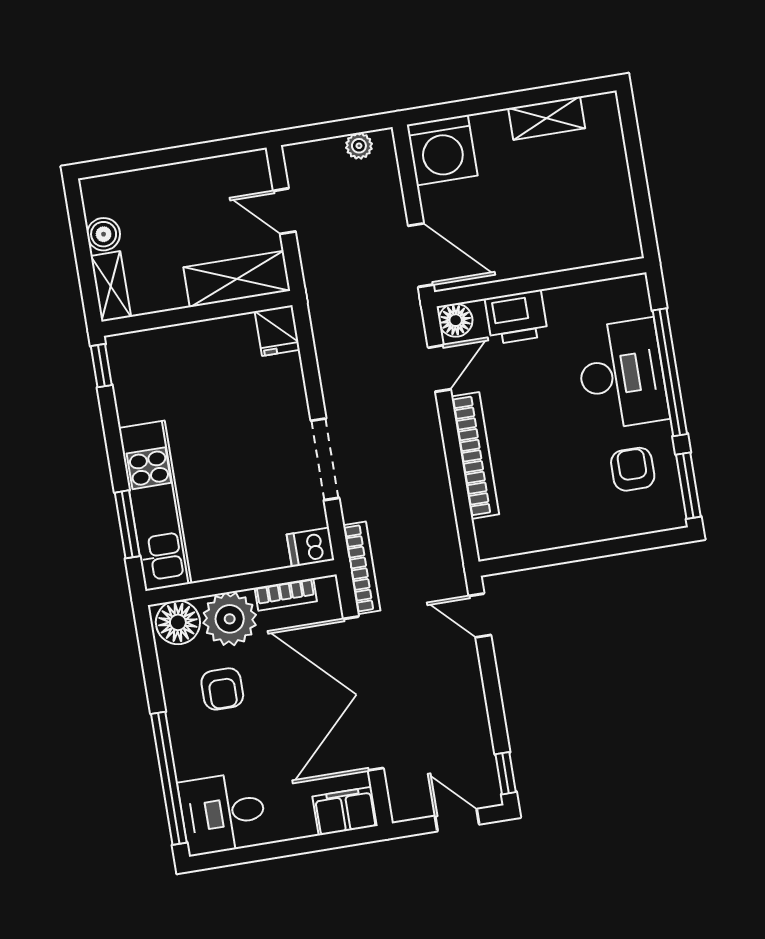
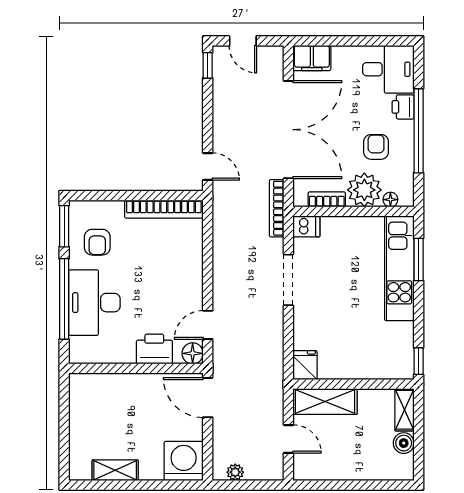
bookcase: (475, 455) -> (164, 209), moved, turned -90
floor lamp: (178, 622) -> (390, 200), width x0.53, depth x0.53
printer: (190, 758) -> (403, 107), added
window: (169, 778) -> (419, 131), moved

